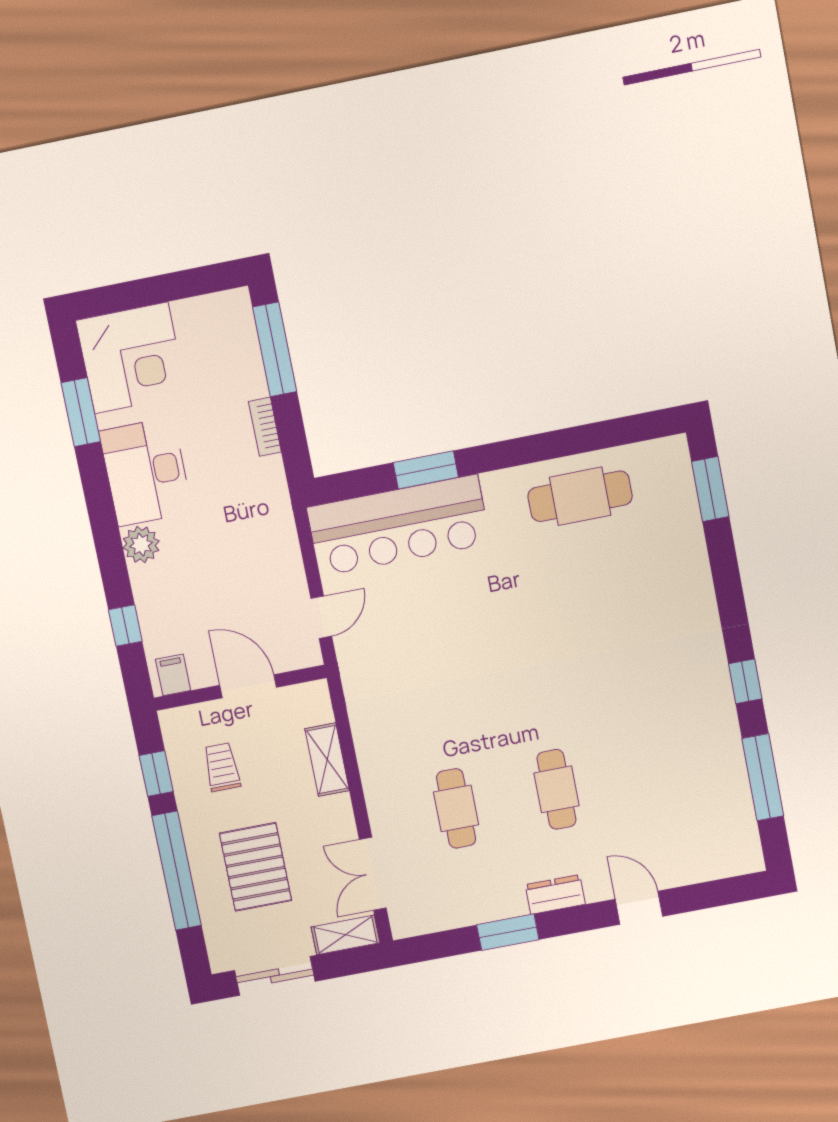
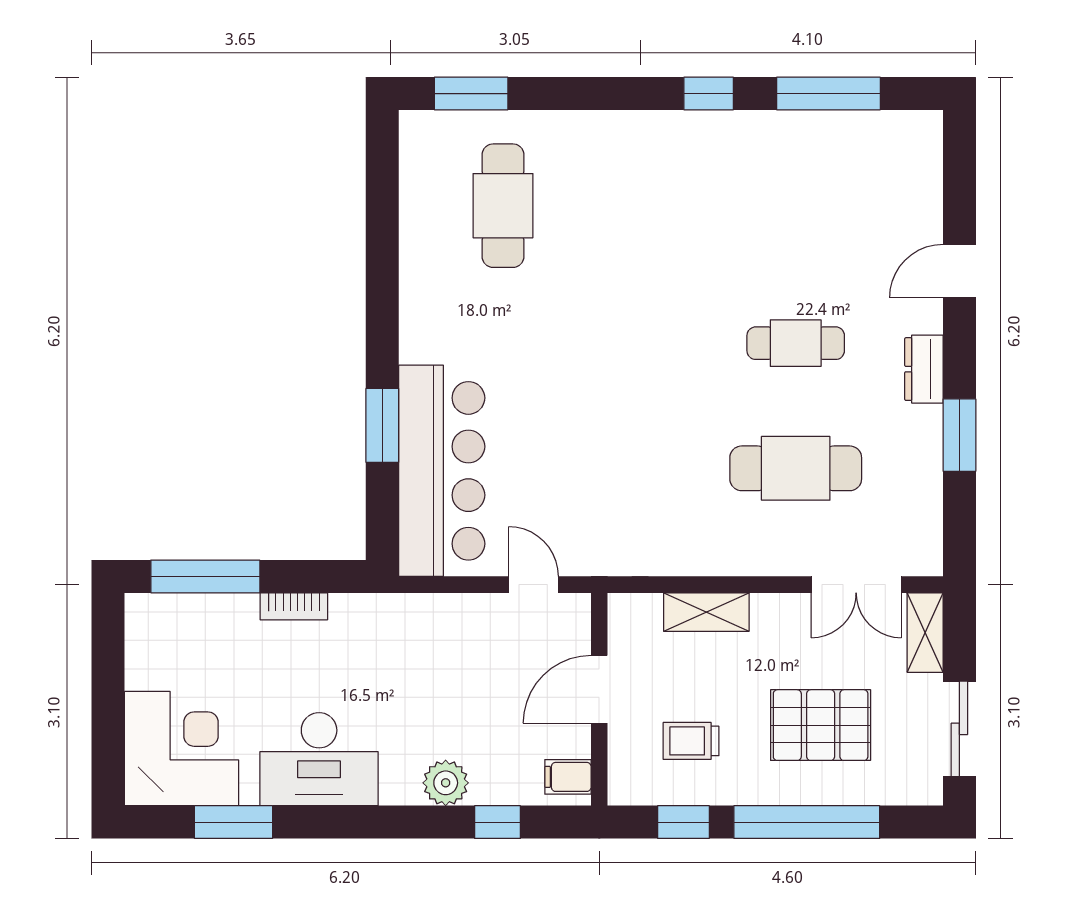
cafe table: (580, 496) -> (503, 206), moved
plant: (141, 545) -> (446, 783), moved
cafe table: (456, 808) -> (796, 468), width x1.37, depth x1.35

